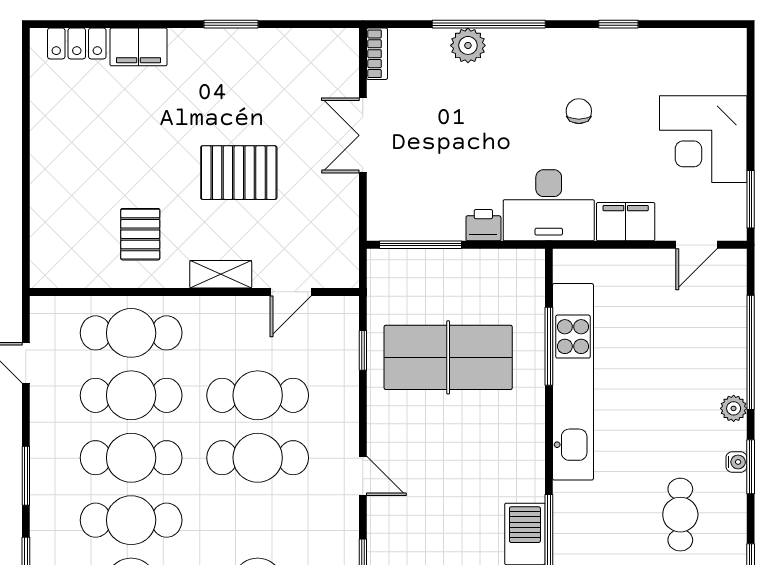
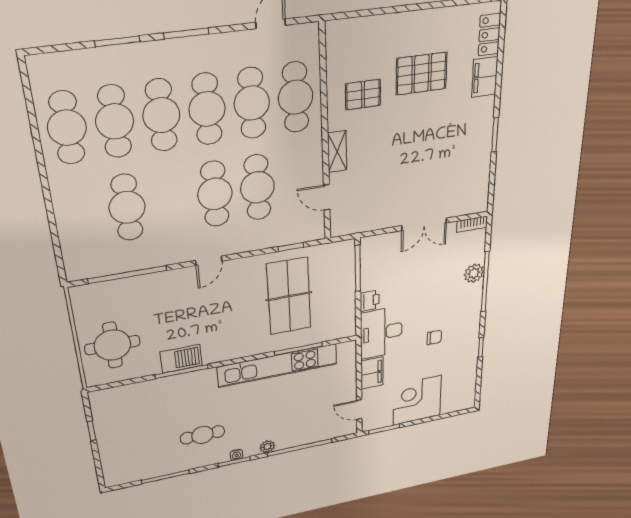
double door: (363, 135) -> (424, 224), swing flipped
pallet: (239, 173) -> (422, 74), moved, turned 90

